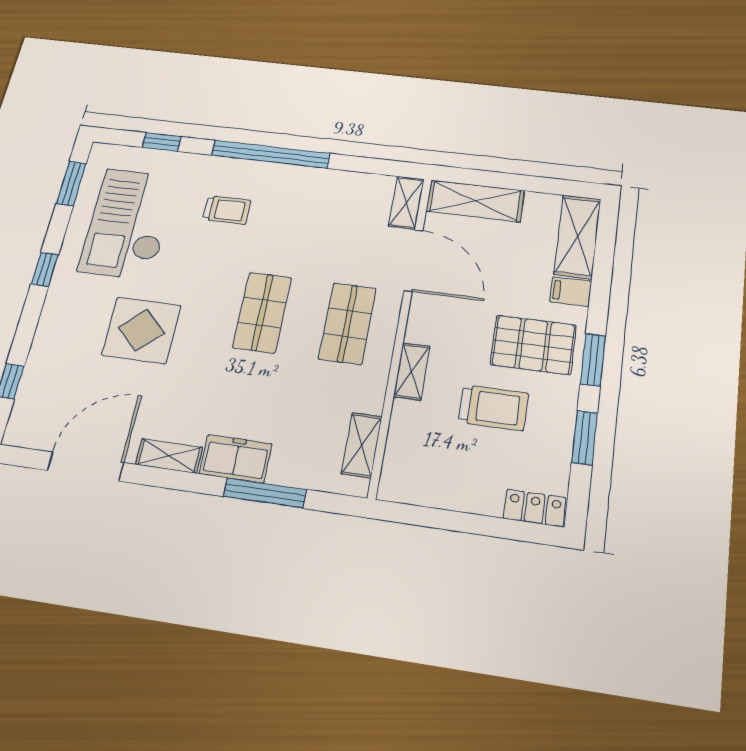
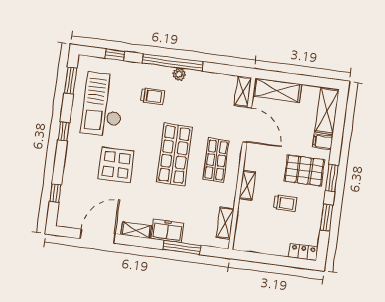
plant: (282, 174) -> (179, 74), added
shop shelf: (262, 312) -> (174, 155), width x1.43, depth x1.36
trolley: (493, 408) -> (285, 203), width x0.73, depth x0.72

